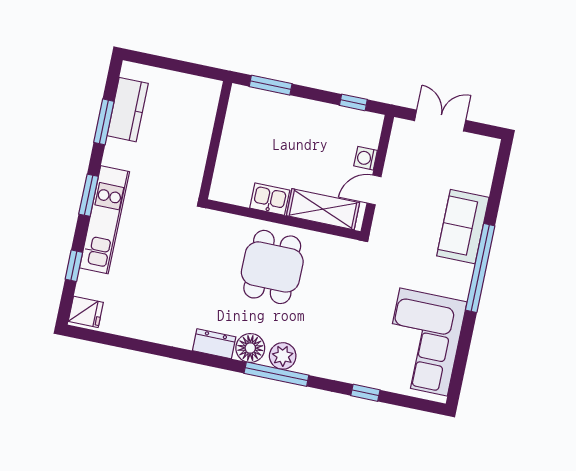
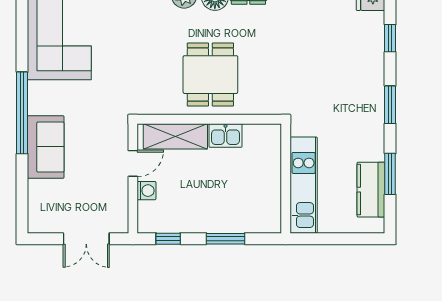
window: (271, 85) -> (226, 239), moved
kitchen unit: (104, 220) -> (304, 185), moved, turned 180

